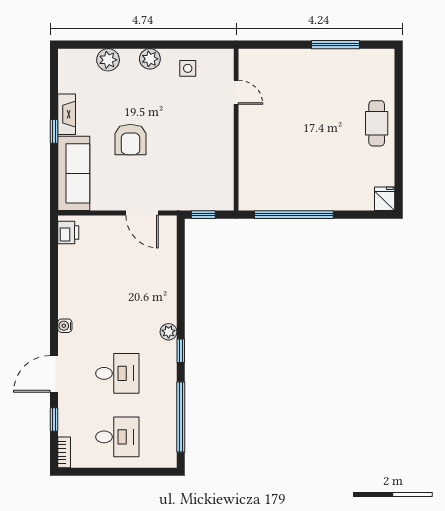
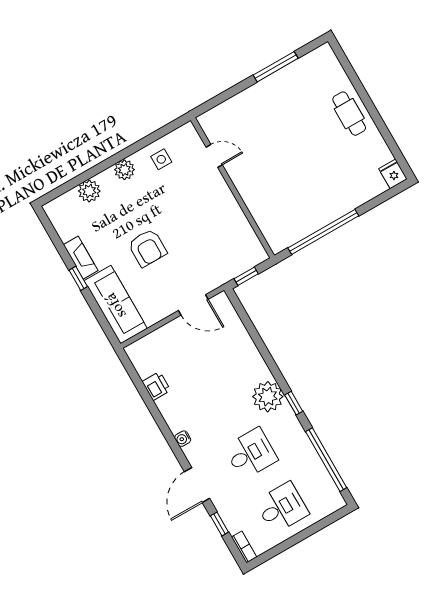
printer: (68, 232) -> (156, 386), moved
plant: (169, 332) -> (268, 397), width x1.88, depth x1.88

